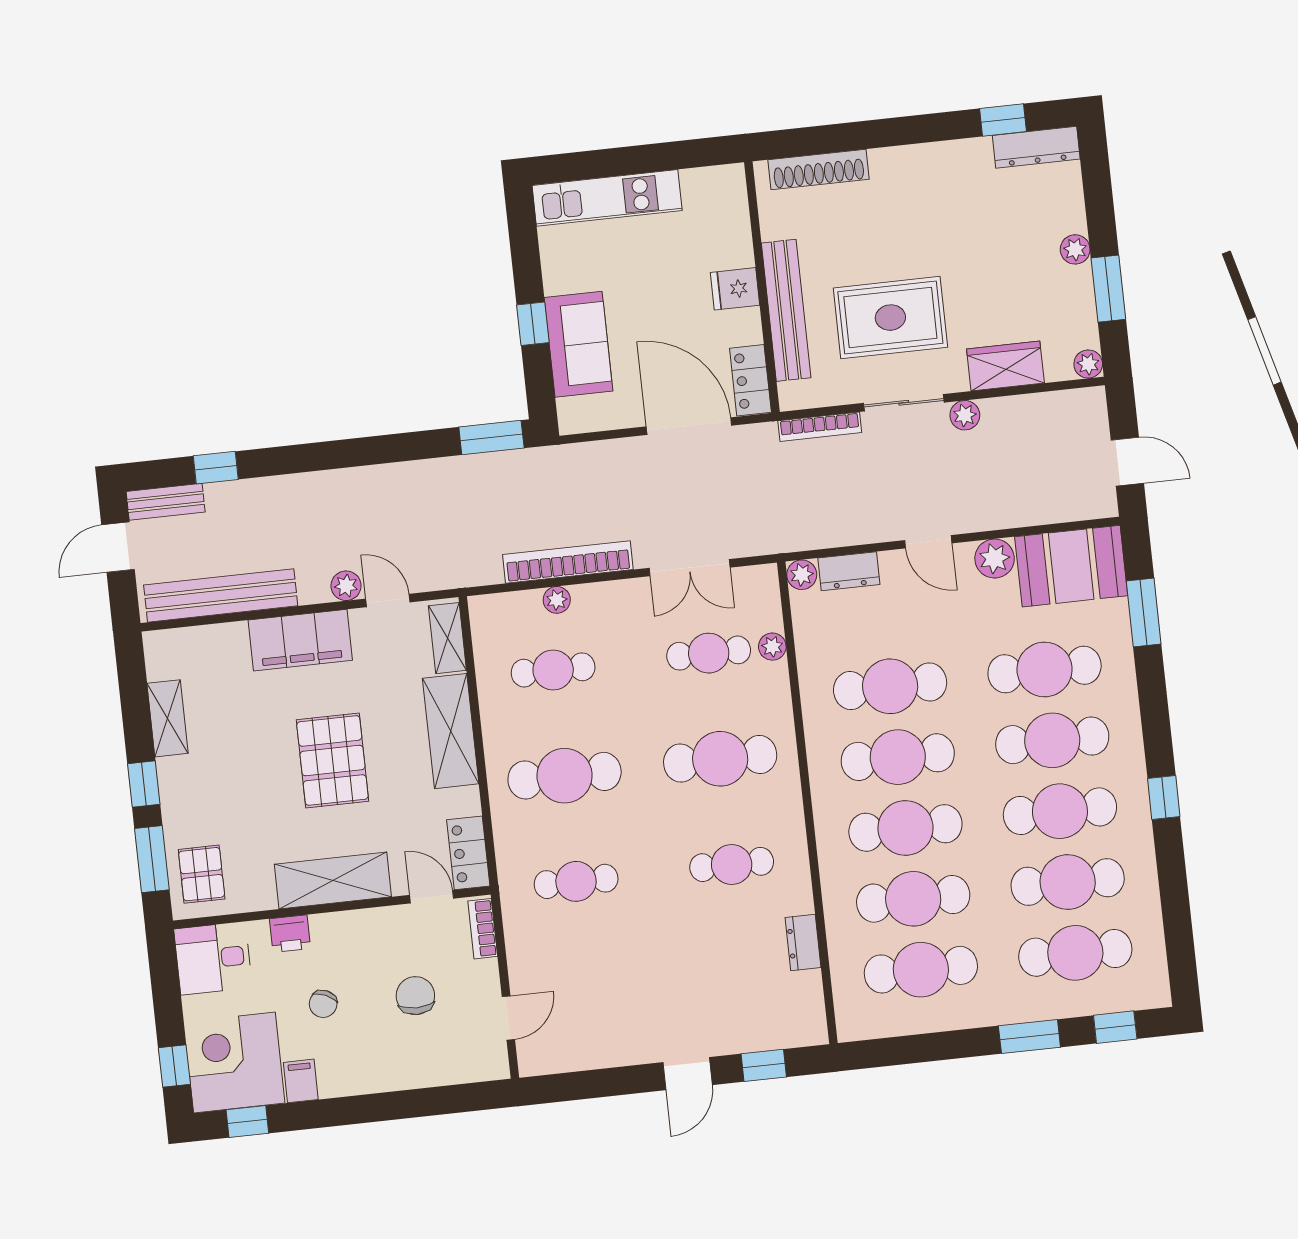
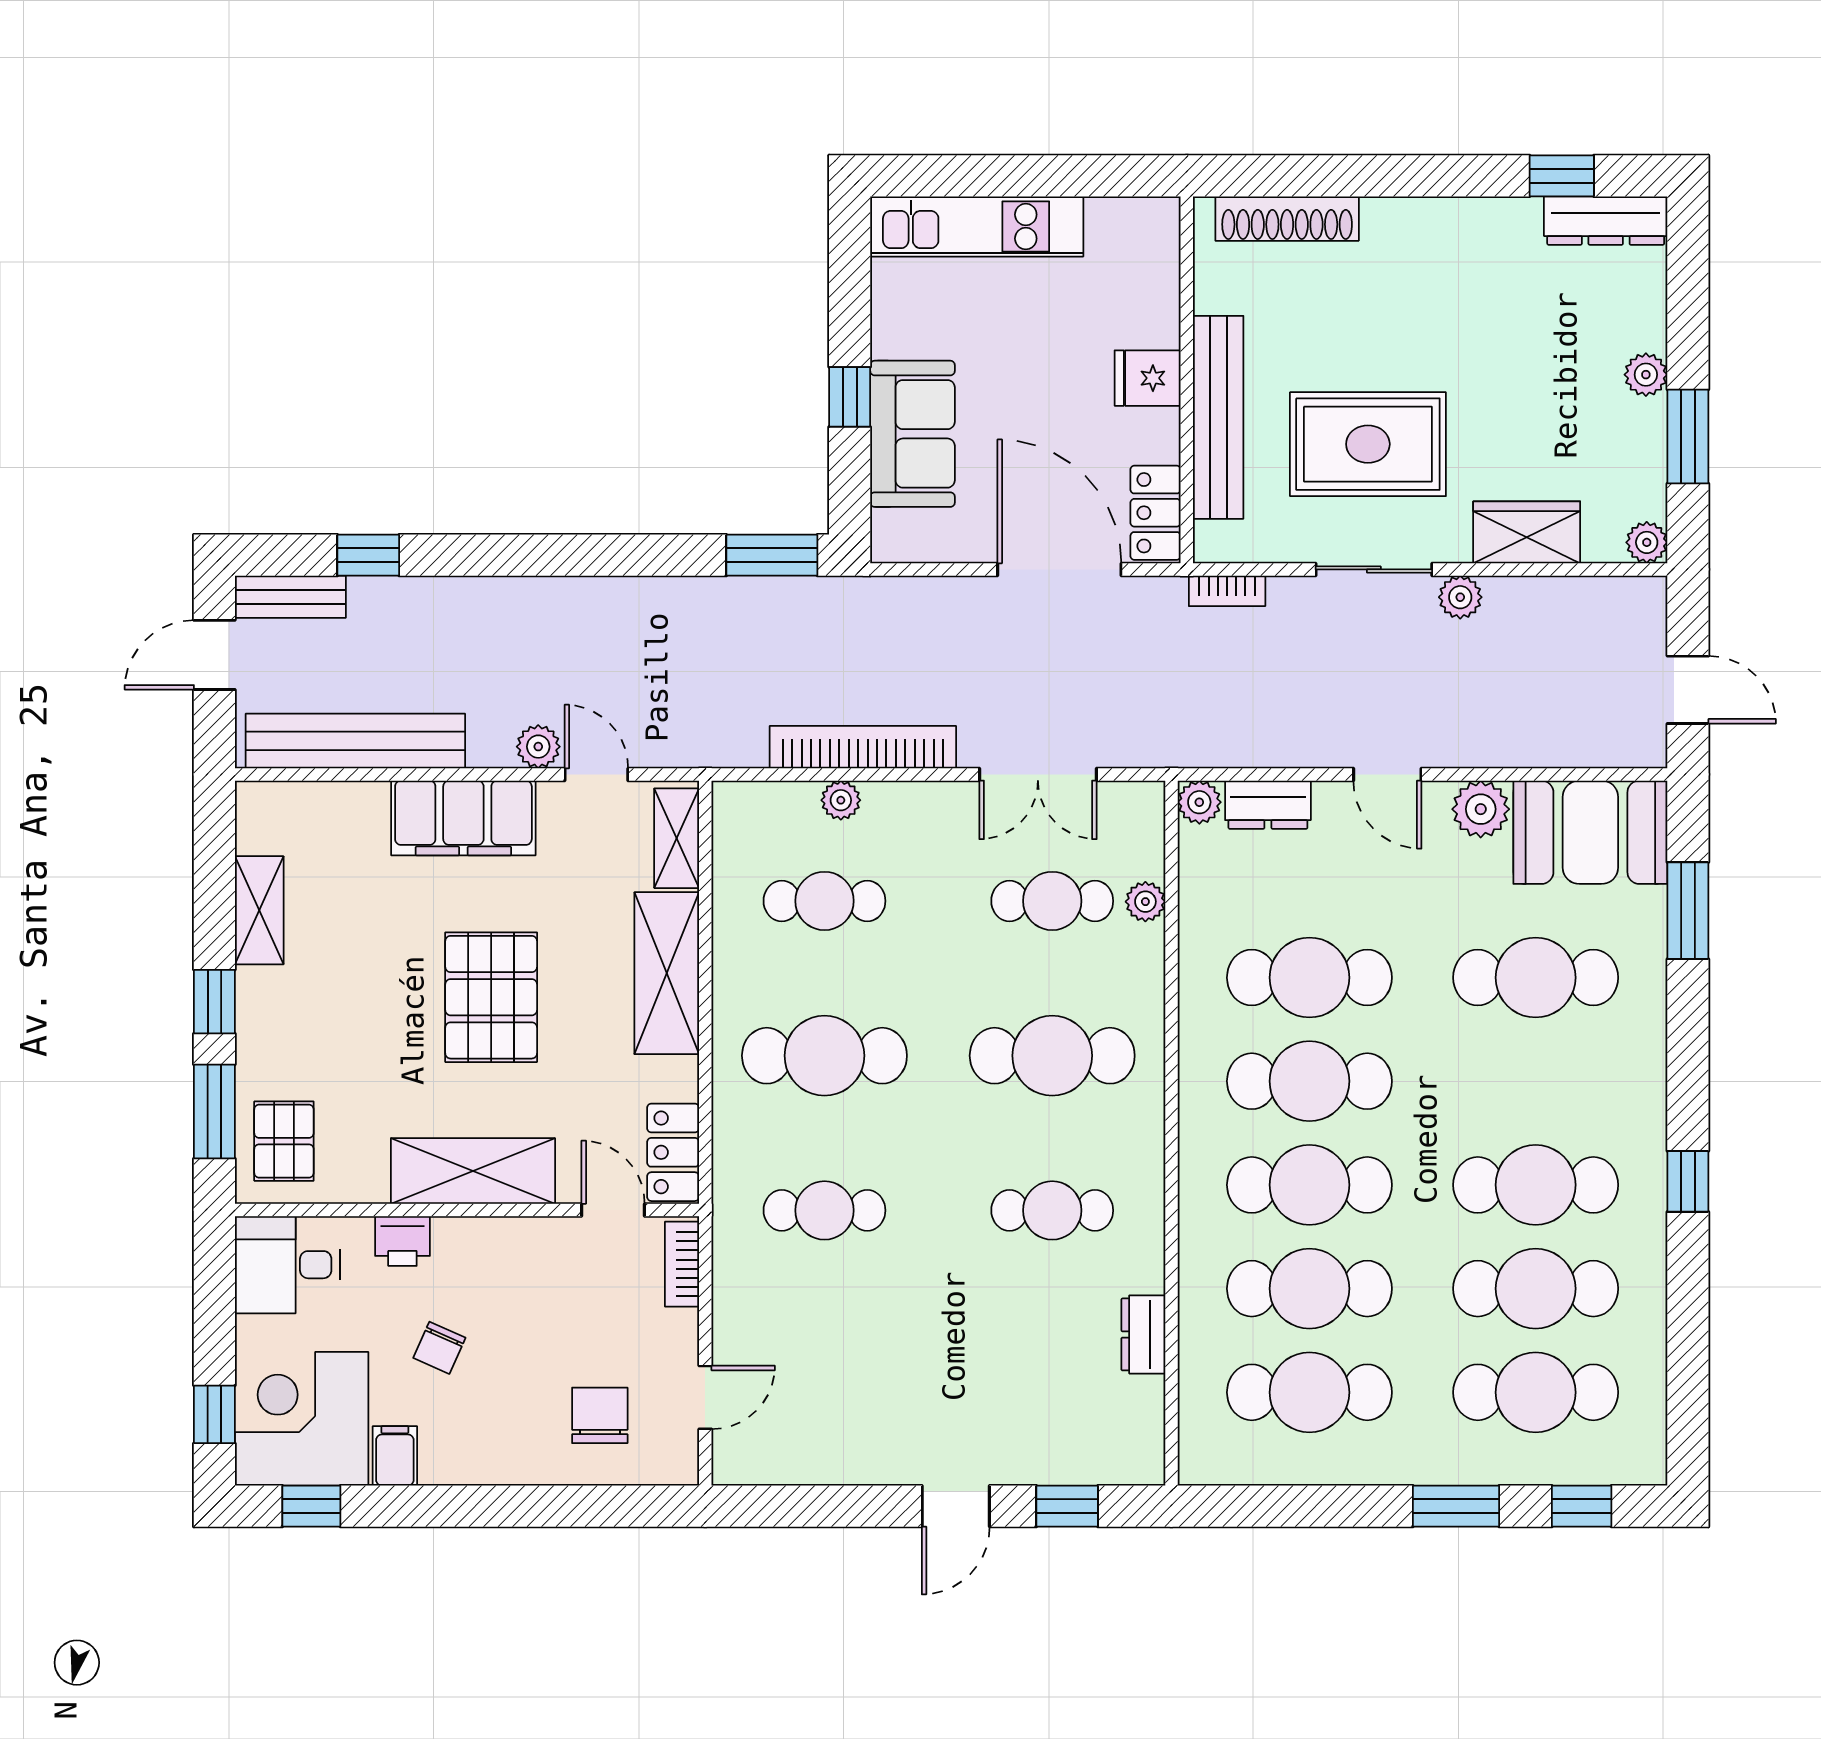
bookcase: (820, 427) -> (1227, 591), width x0.64
cafe table: (1052, 740) -> (1536, 1081), removed
chair: (415, 996) -> (600, 1415), moved

